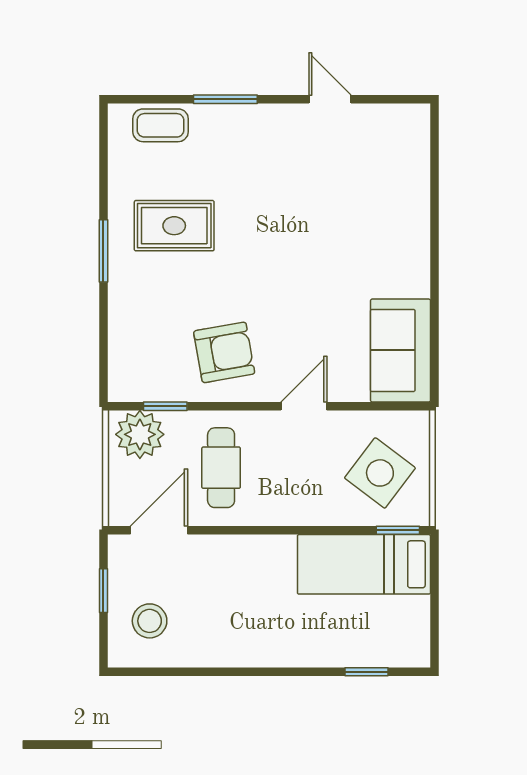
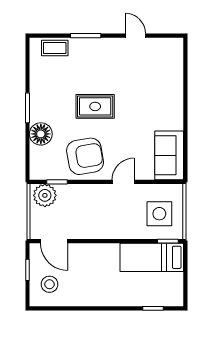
rug: (174, 226) -> (95, 106), moved
floor lamp: (131, 306) -> (41, 134), added
armchair: (224, 352) -> (85, 156), width x1.36, depth x1.36
cafe table: (221, 468) -> (84, 211), removed
side table: (380, 473) -> (159, 214), turned -37
door: (159, 530) -> (54, 241), swing flipped

